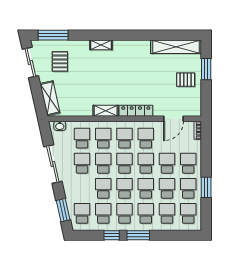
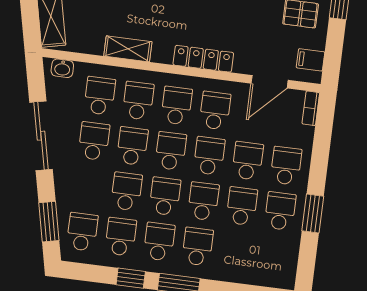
filing cabinet: (194, 104) -> (311, 60), added
shelving: (106, 111) -> (128, 49), moved
school desk: (167, 213) -> (236, 251), removed
school desk: (188, 213) -> (274, 256), removed

